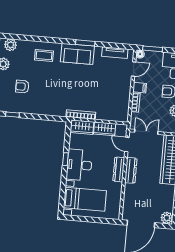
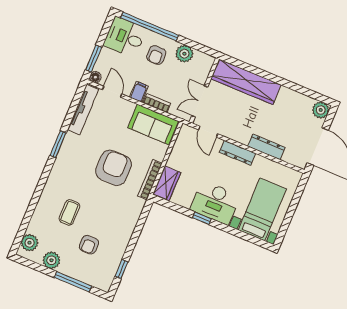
tv unit: (115, 53) -> (83, 110), width x1.41
sofa: (77, 54) -> (153, 124), moved, turned 90
coffee table: (44, 55) -> (69, 212), moved
armchair: (81, 87) -> (114, 168), added
wardrobe: (105, 129) -> (178, 154), removed
door: (127, 144) -> (208, 132), hinge flipped
dresser: (131, 170) -> (266, 147), moved

